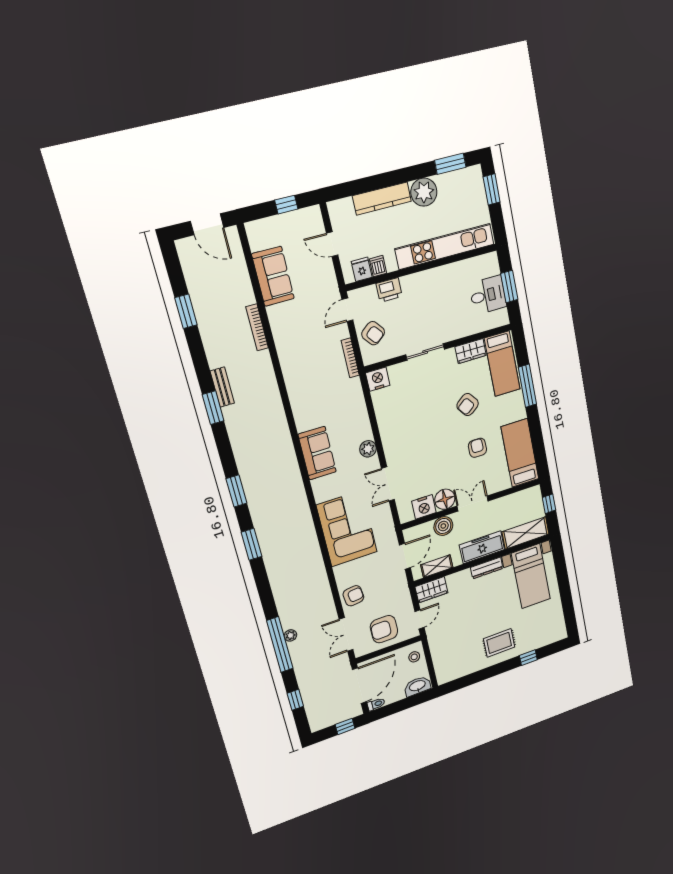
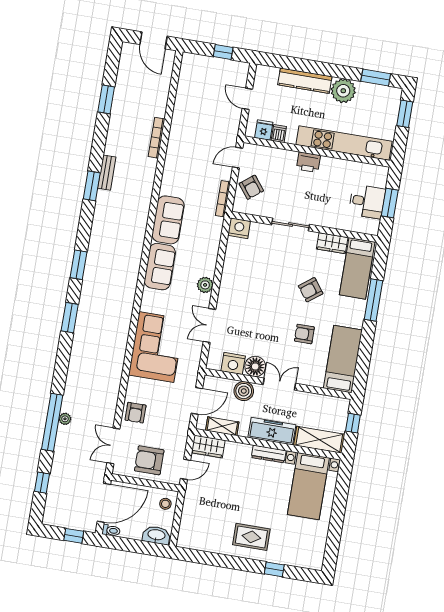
sofa: (273, 276) -> (168, 220), moved
printer: (389, 290) -> (308, 162), moved
armchair: (477, 448) -> (304, 334), turned -90
armchair: (353, 596) -> (135, 413), turned 97

